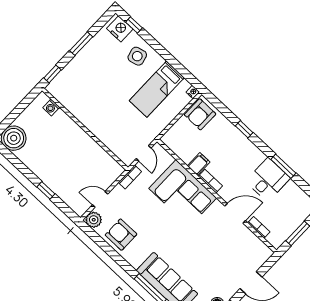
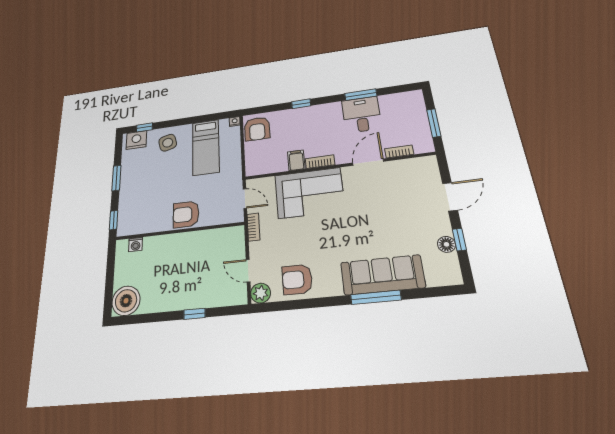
armchair: (100, 123) -> (186, 214), added
door: (100, 199) -> (248, 271), hinge flipped

